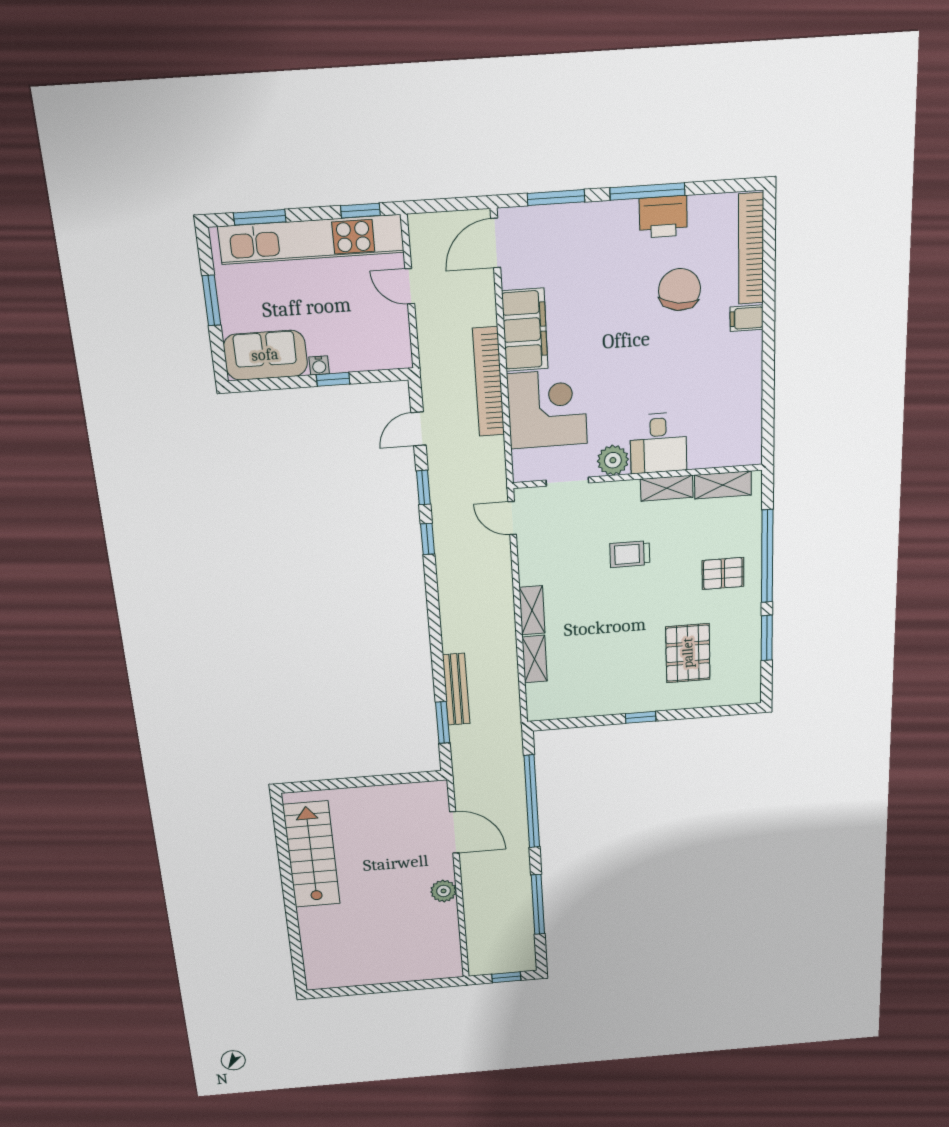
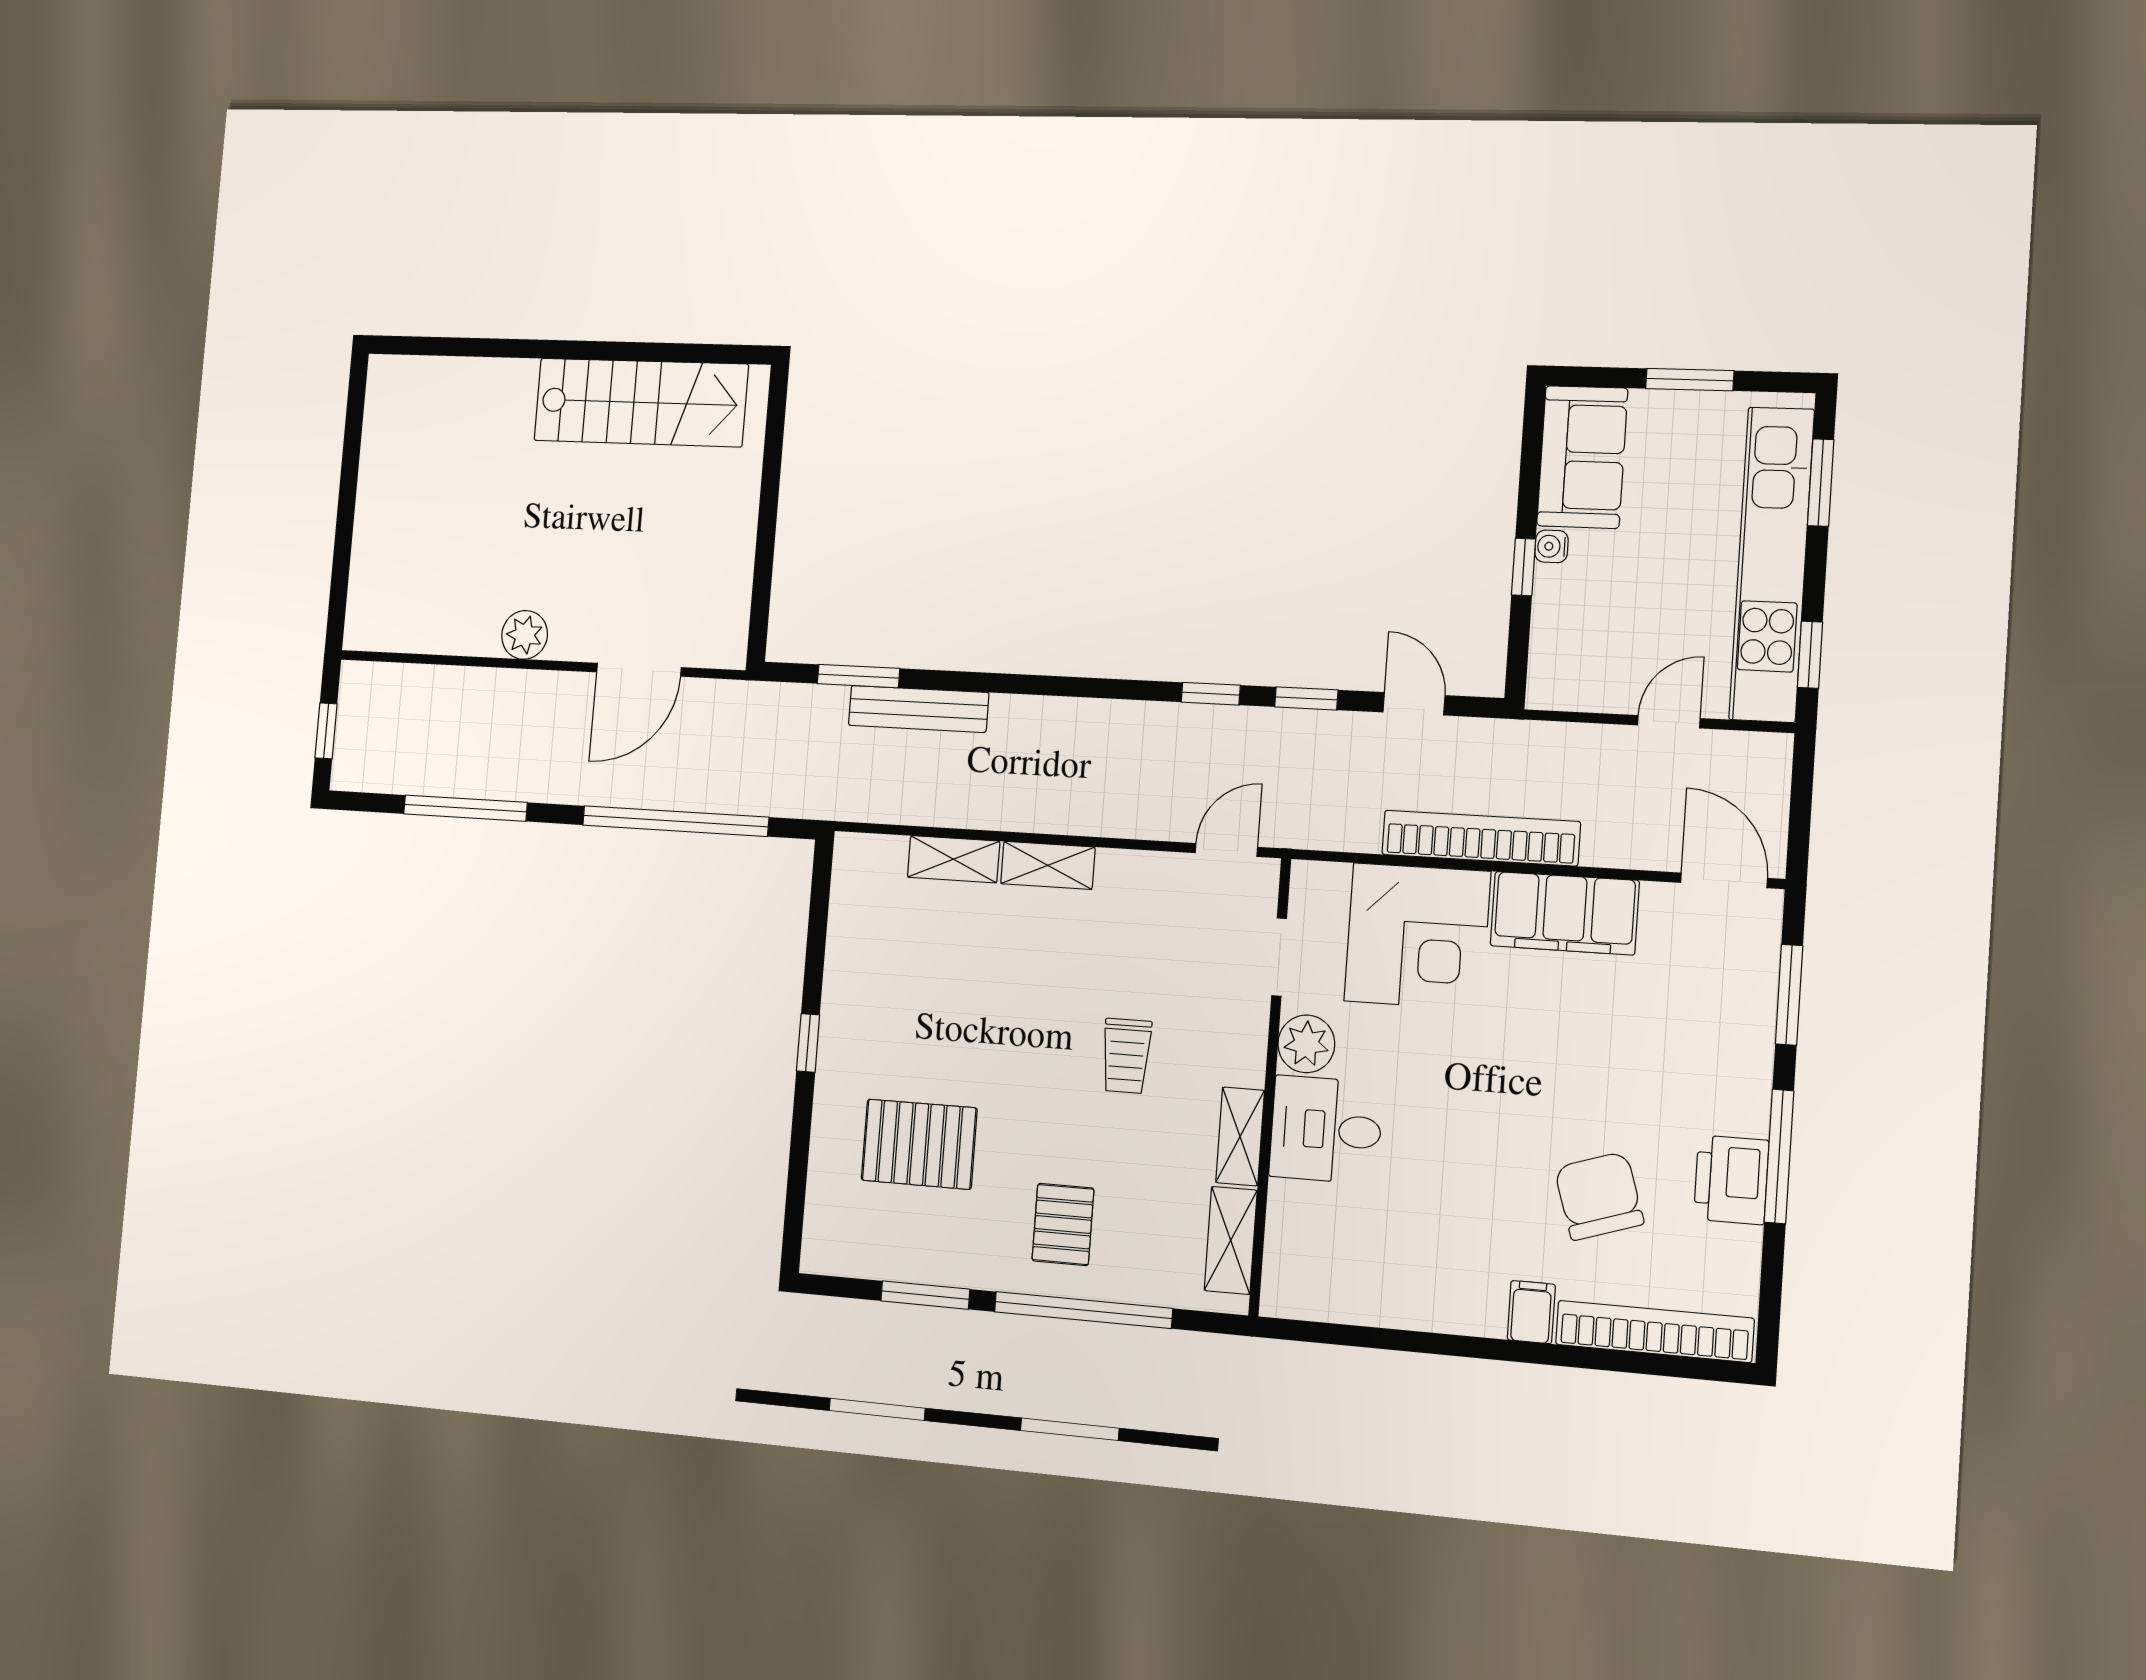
chair: (680, 290) -> (1599, 1196), turned -115
trolley: (630, 554) -> (1126, 1056), turned 180

